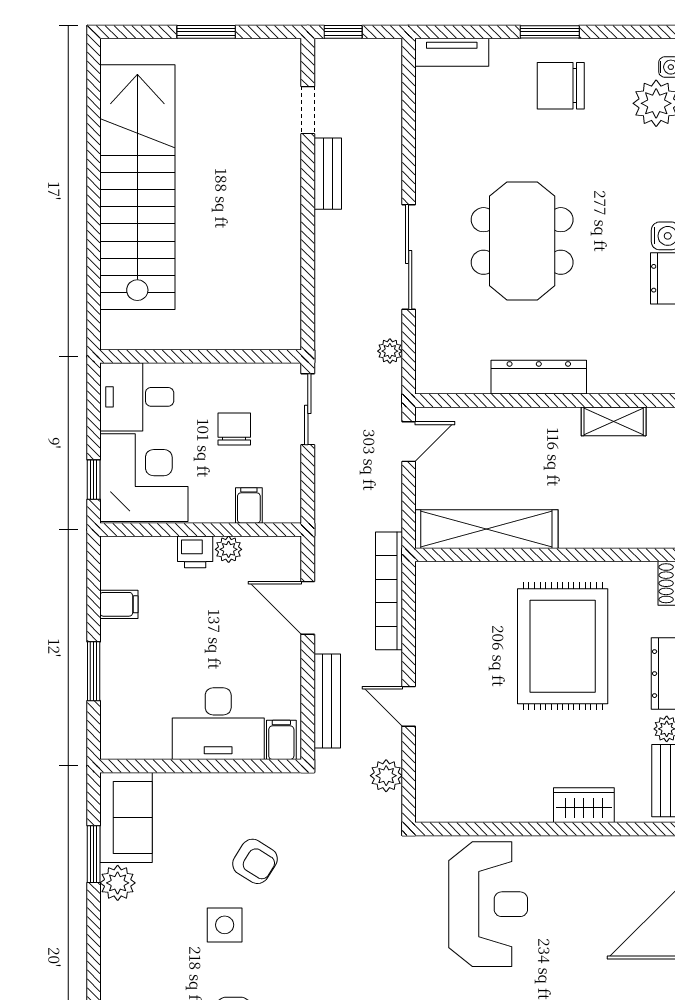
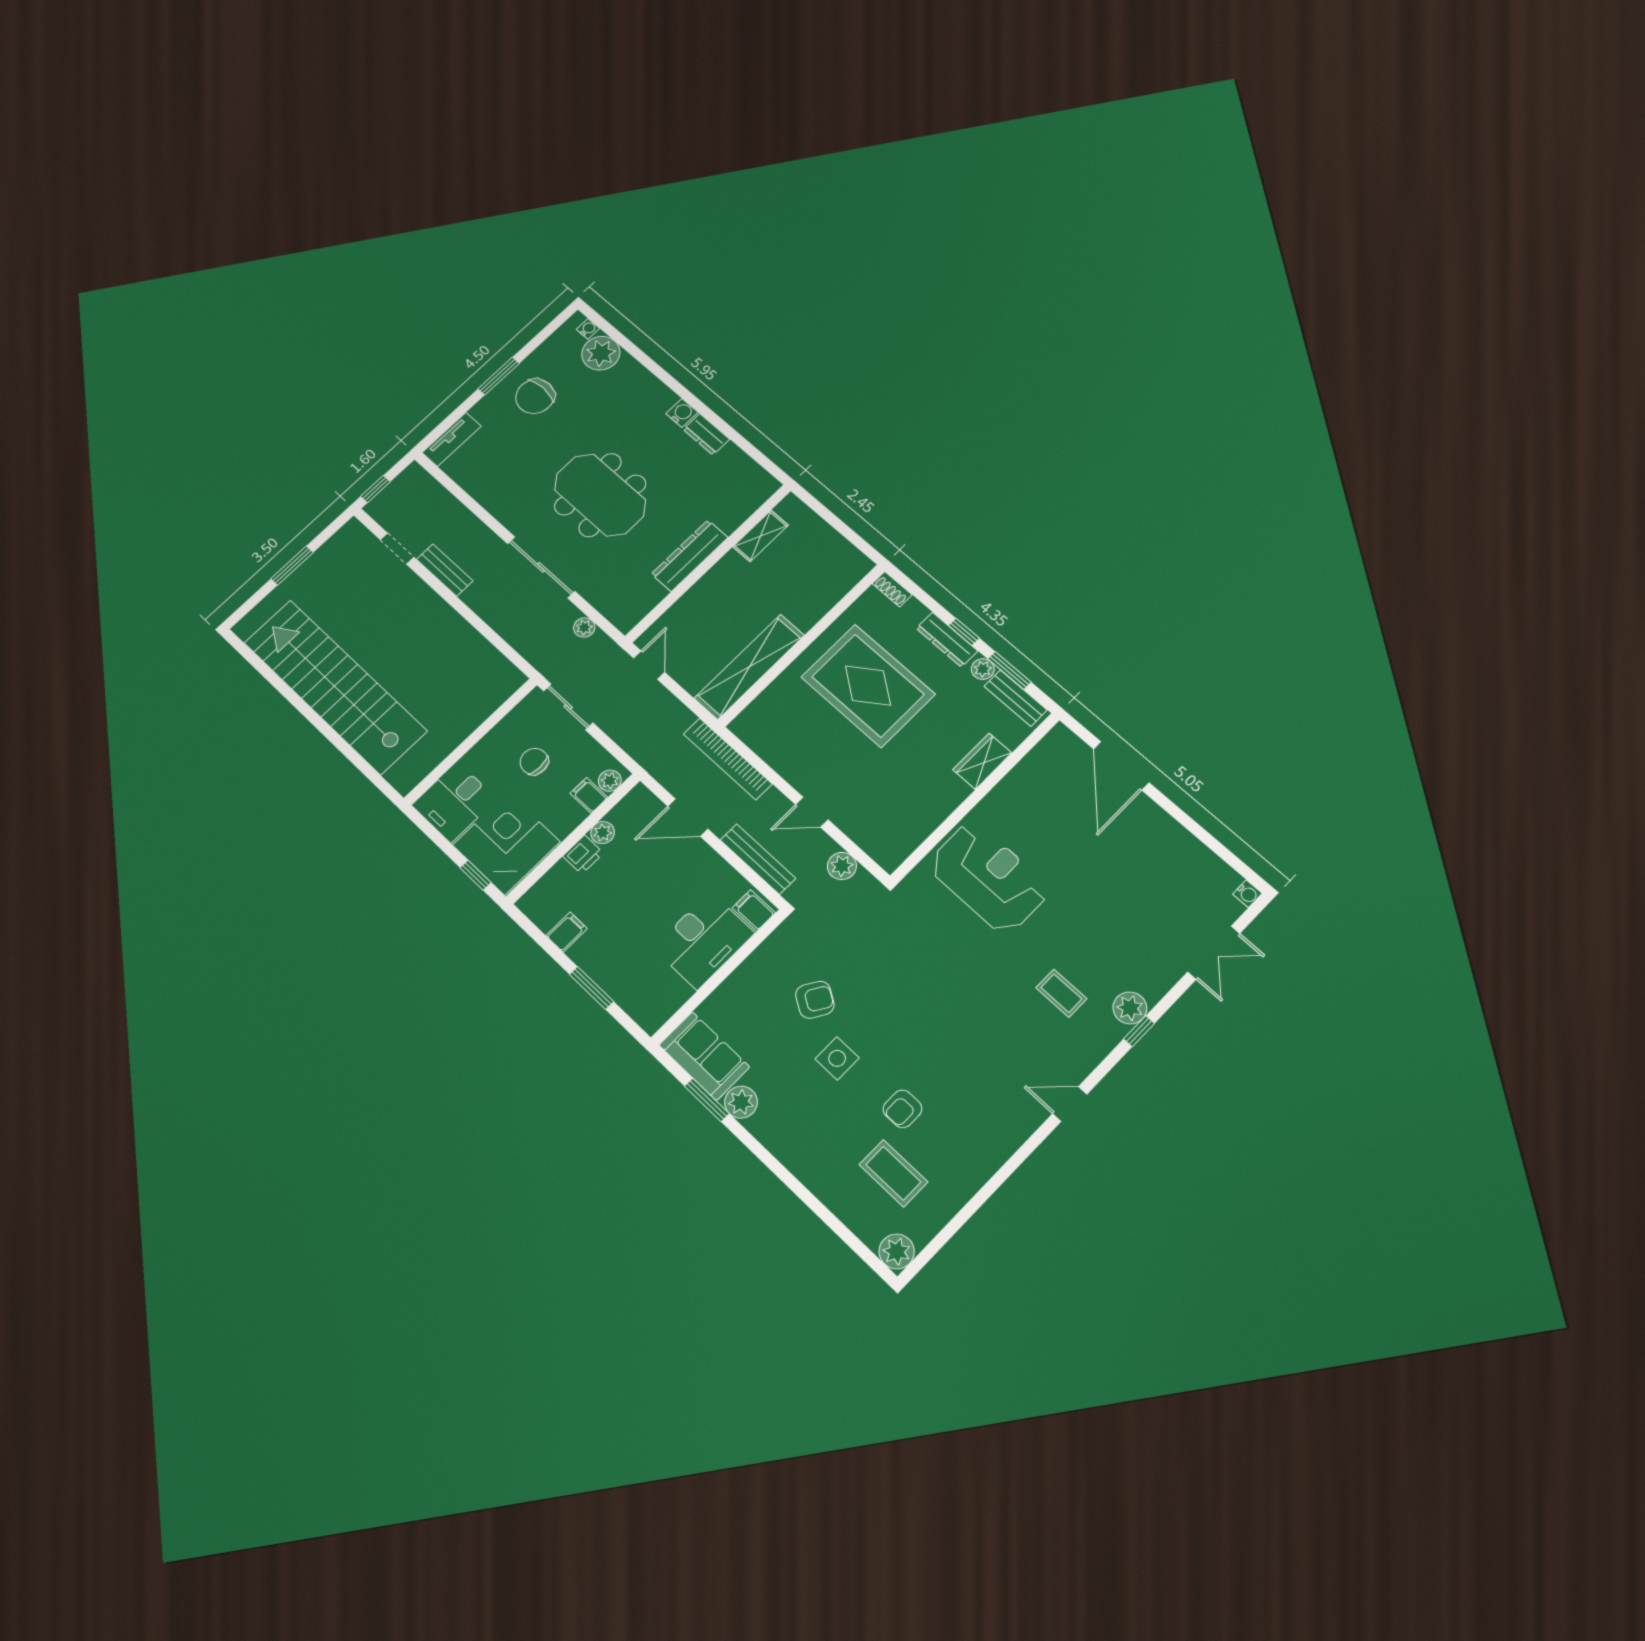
plant: (278, 510) -> (610, 781), added

